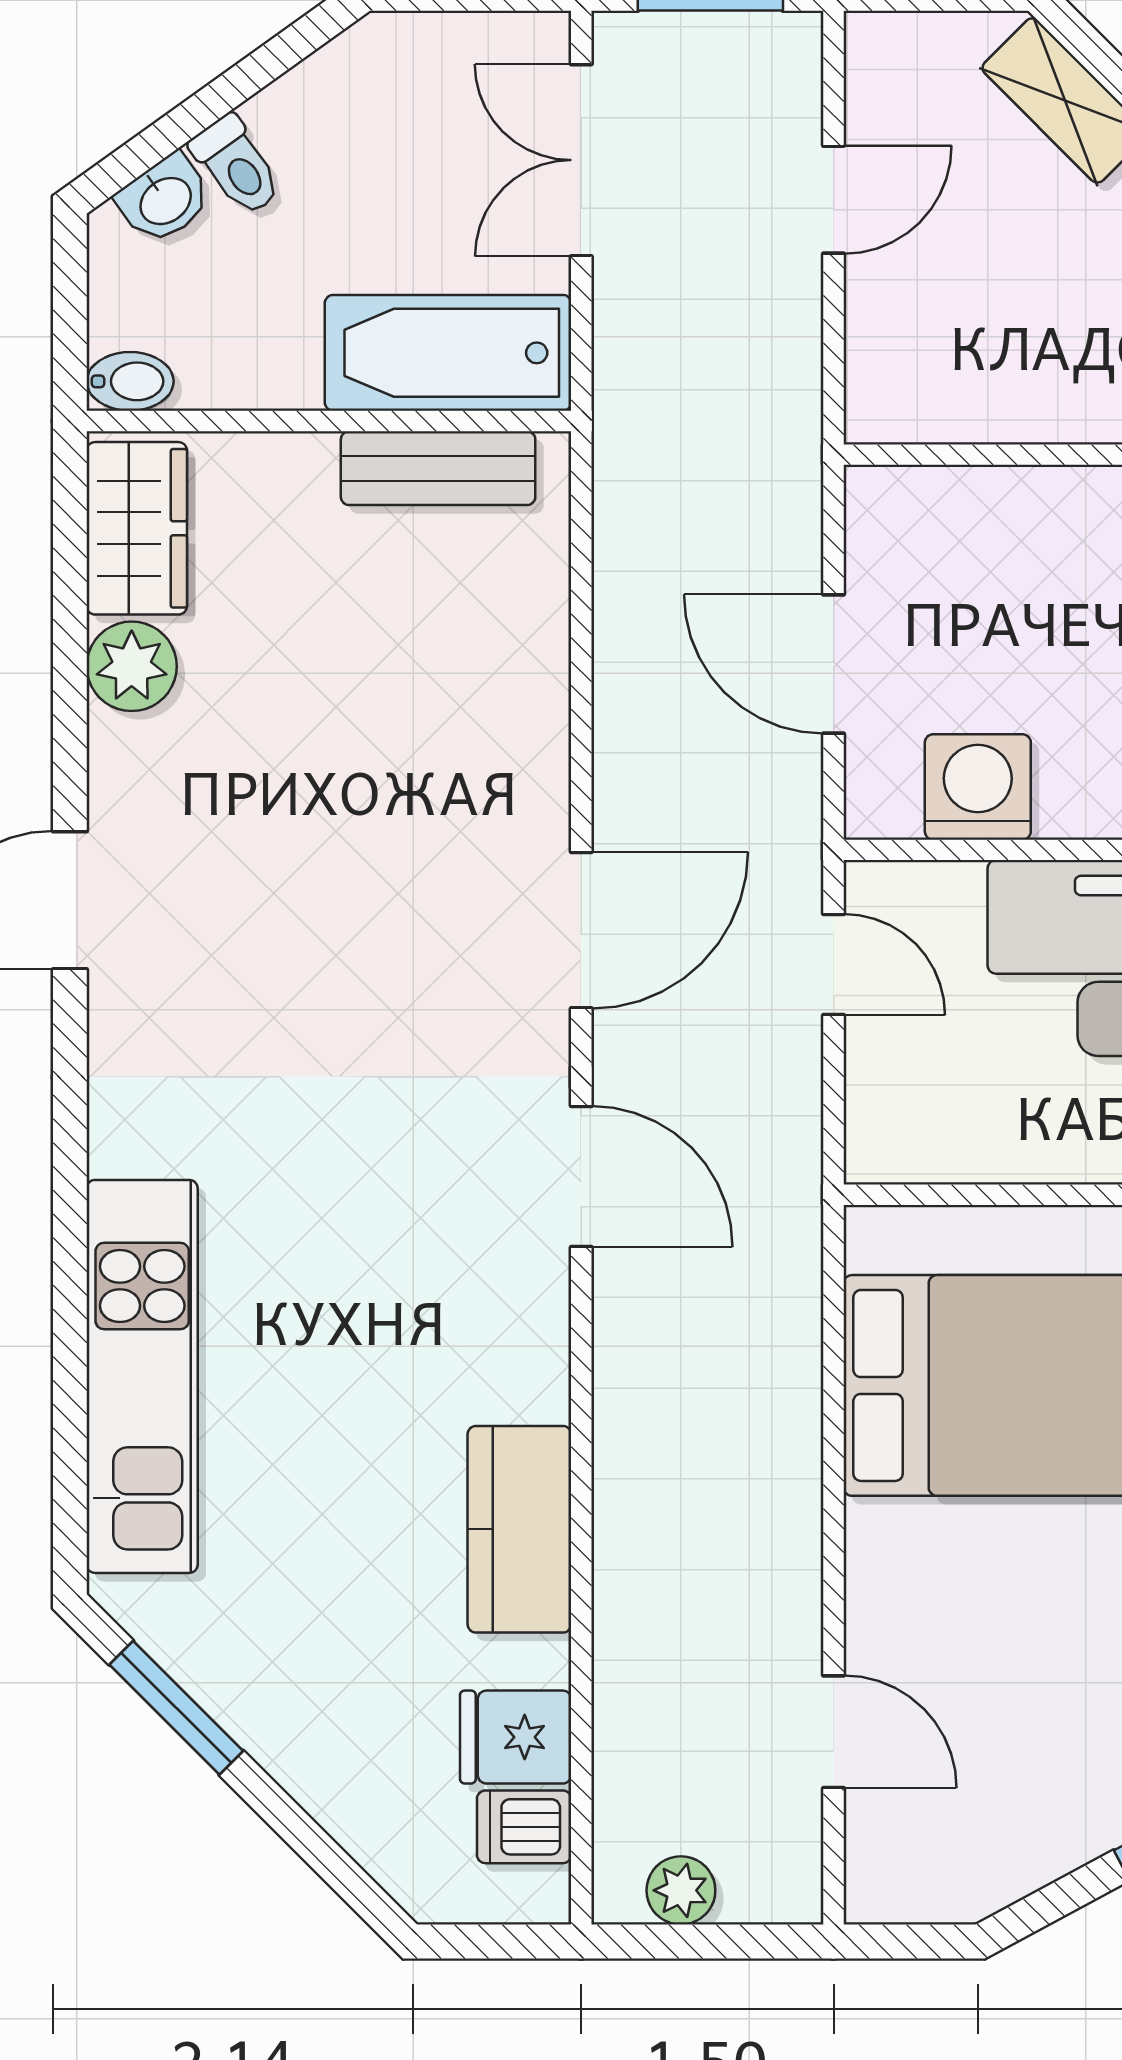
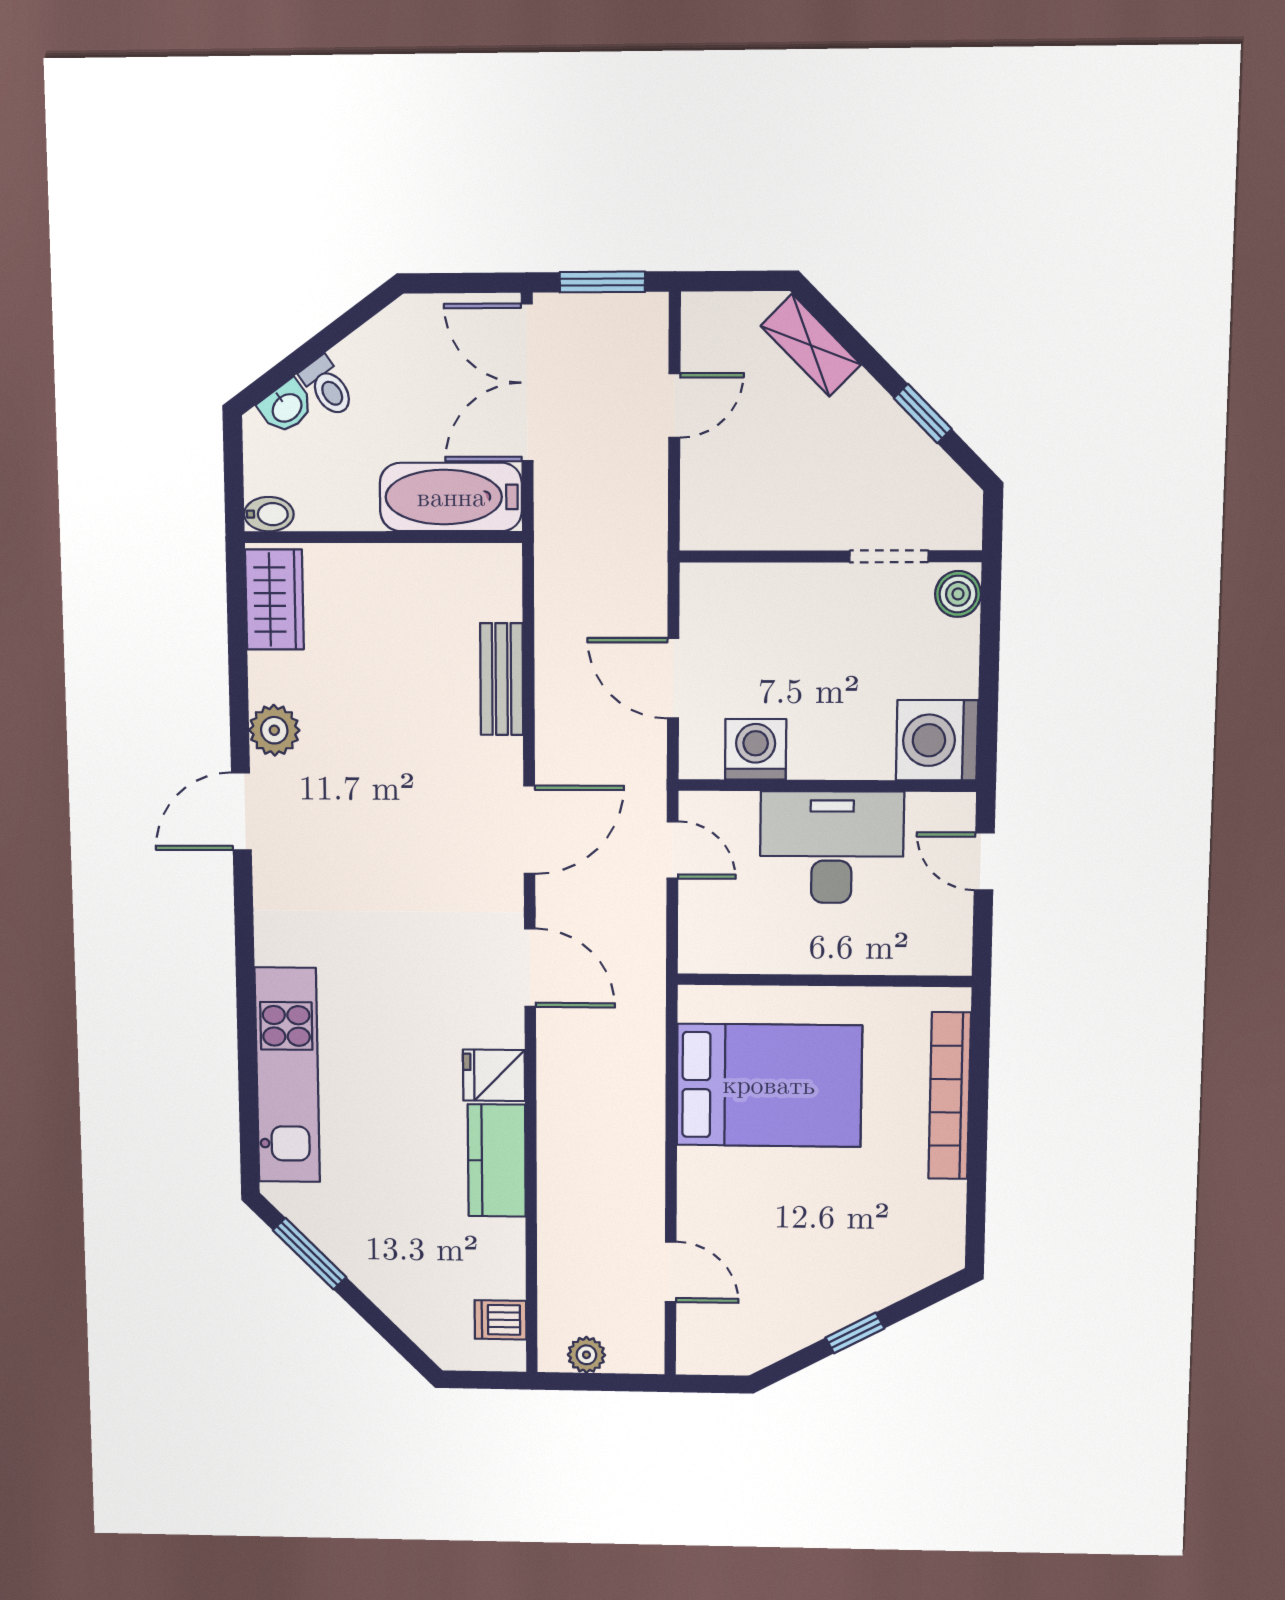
double door: (581, 160) -> (527, 383), width x1.37
bench: (438, 468) -> (502, 679), moved, turned 90
plant: (132, 666) -> (274, 730), moved
fridge: (516, 1737) -> (494, 1075), moved

